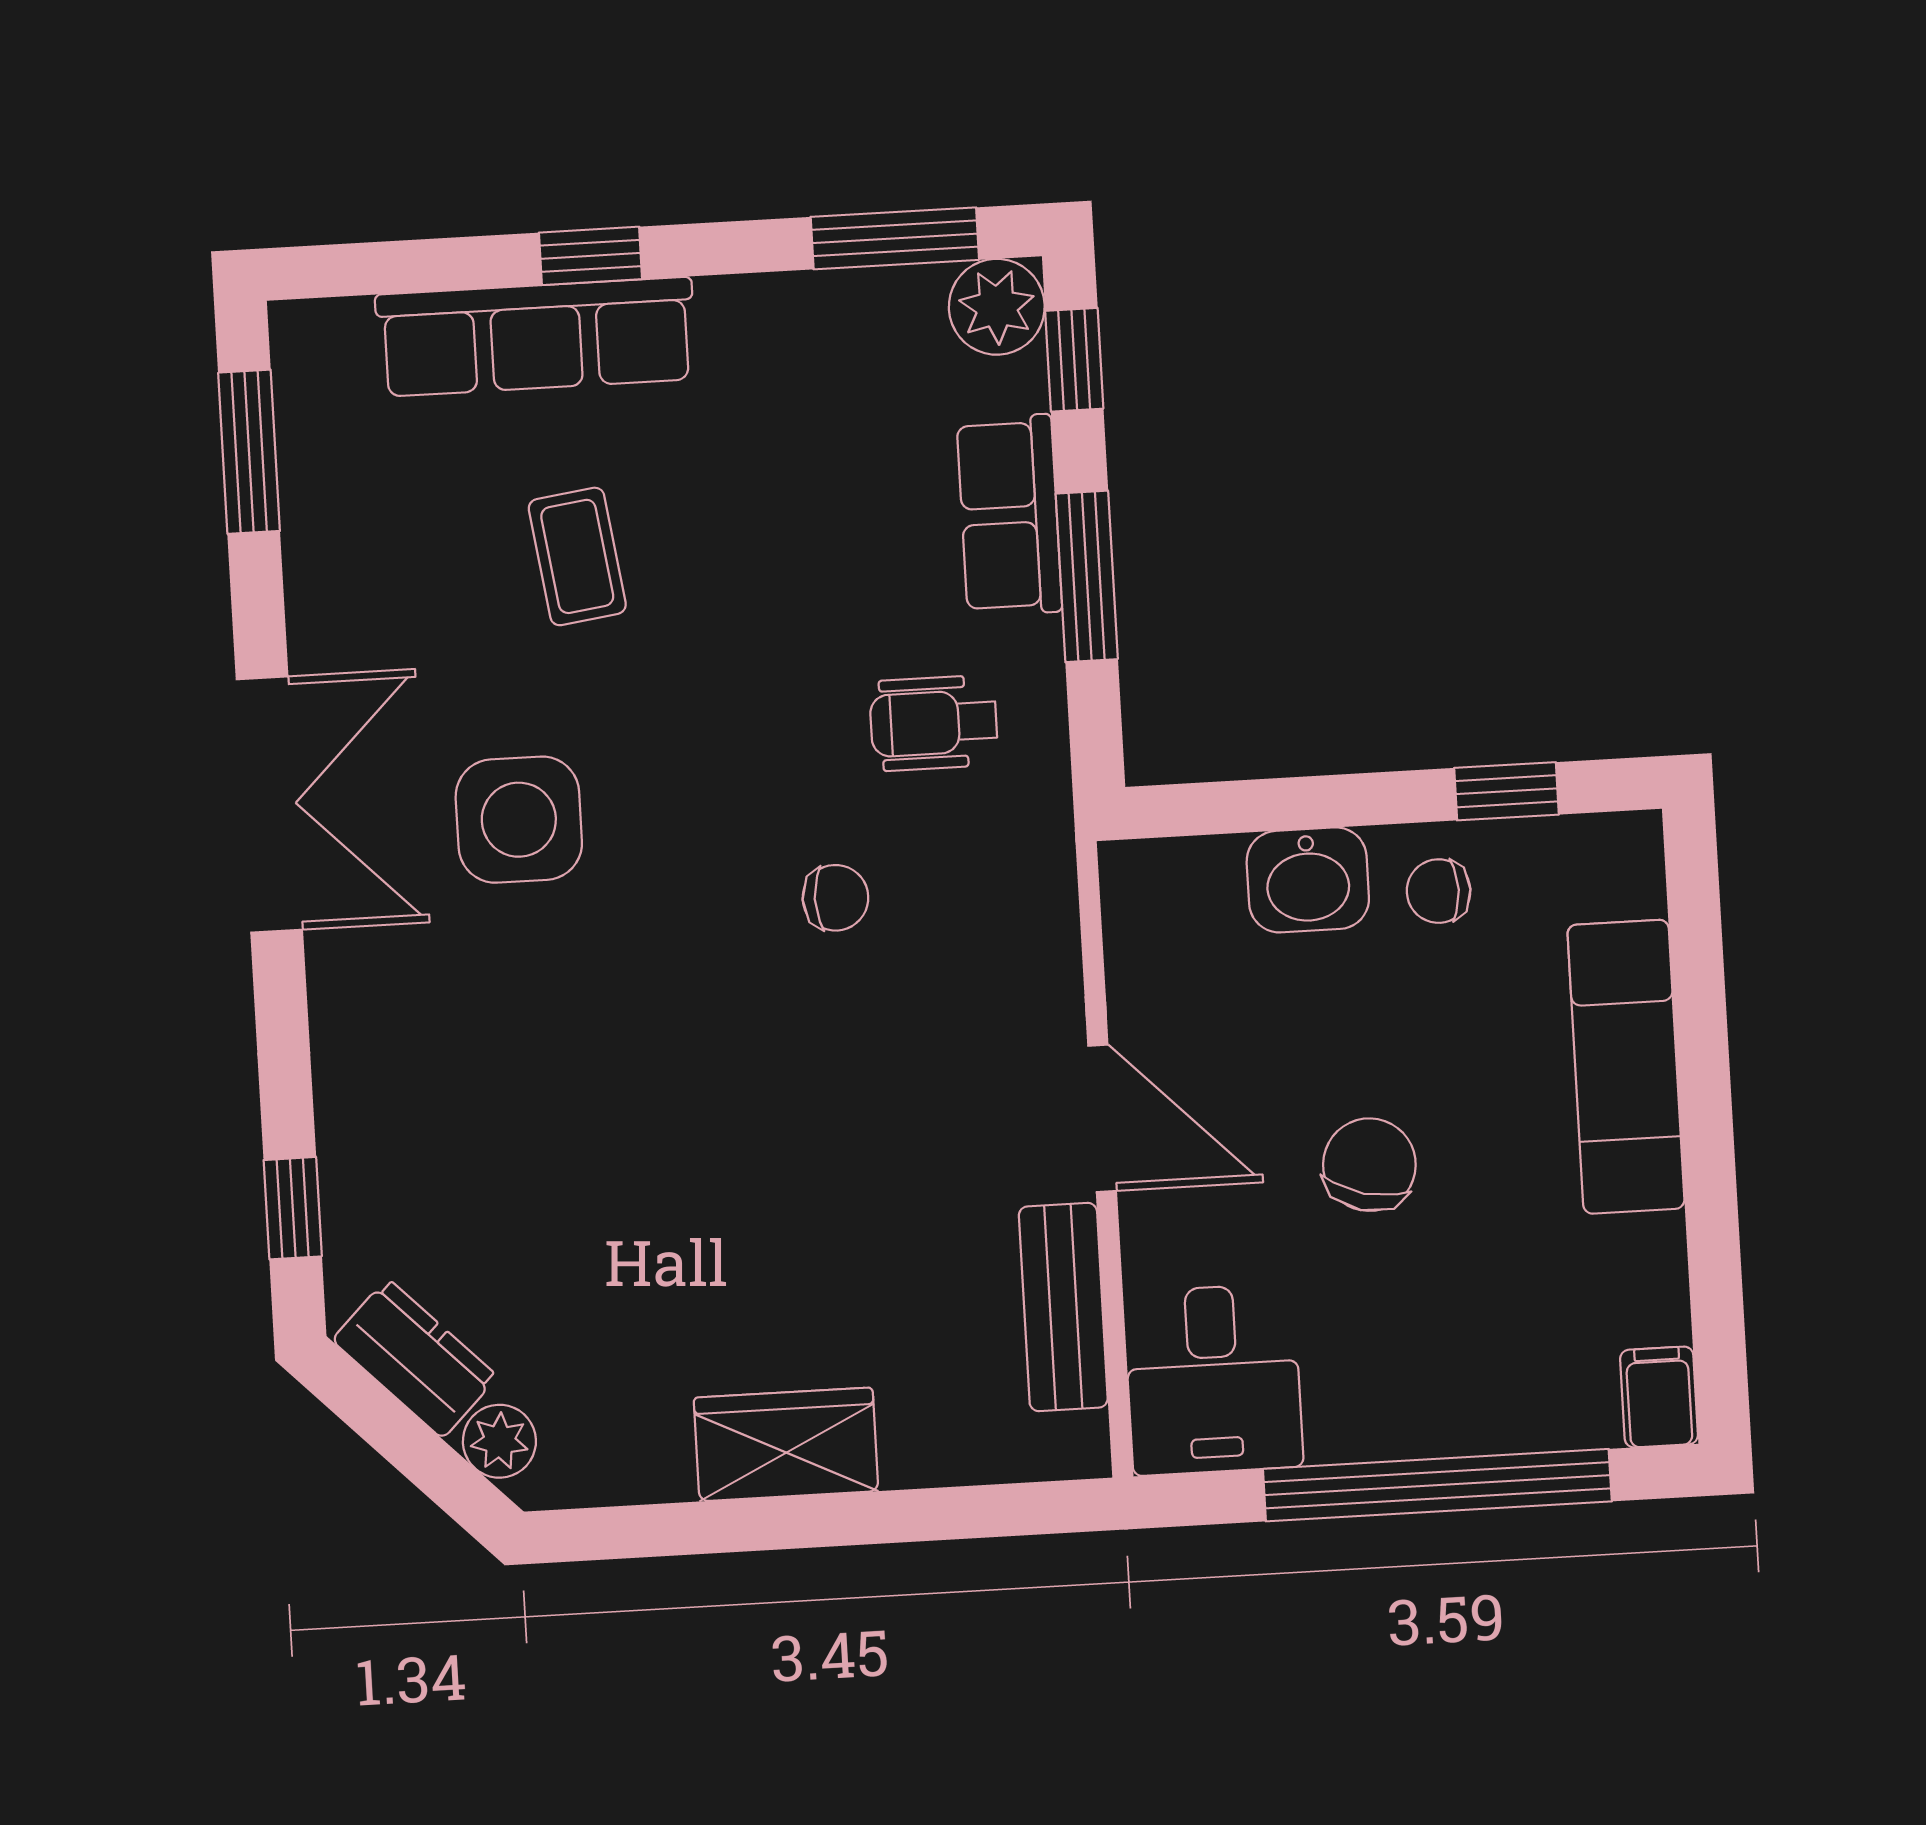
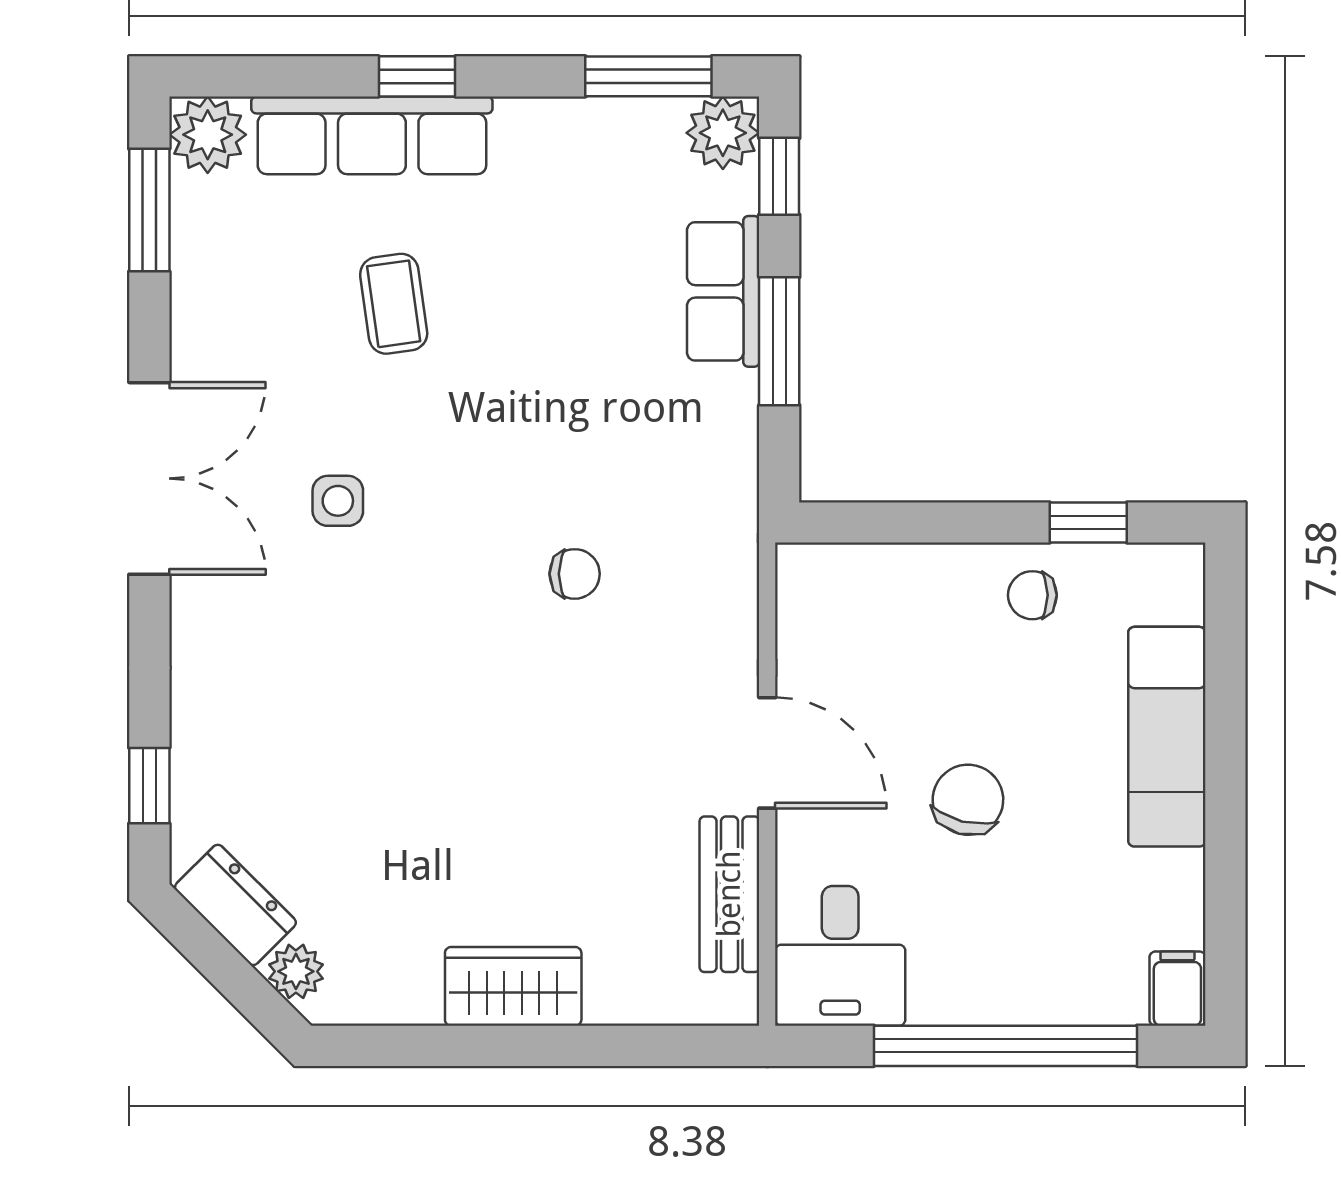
plant: (320, 348) -> (208, 135), added
wheelchair: (934, 723) -> (657, 446), removed
side table: (519, 820) -> (338, 501), width x0.54, depth x0.54
washbasin: (1308, 880) -> (934, 581), removed

